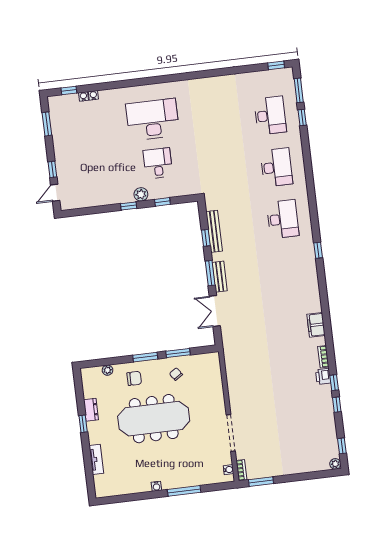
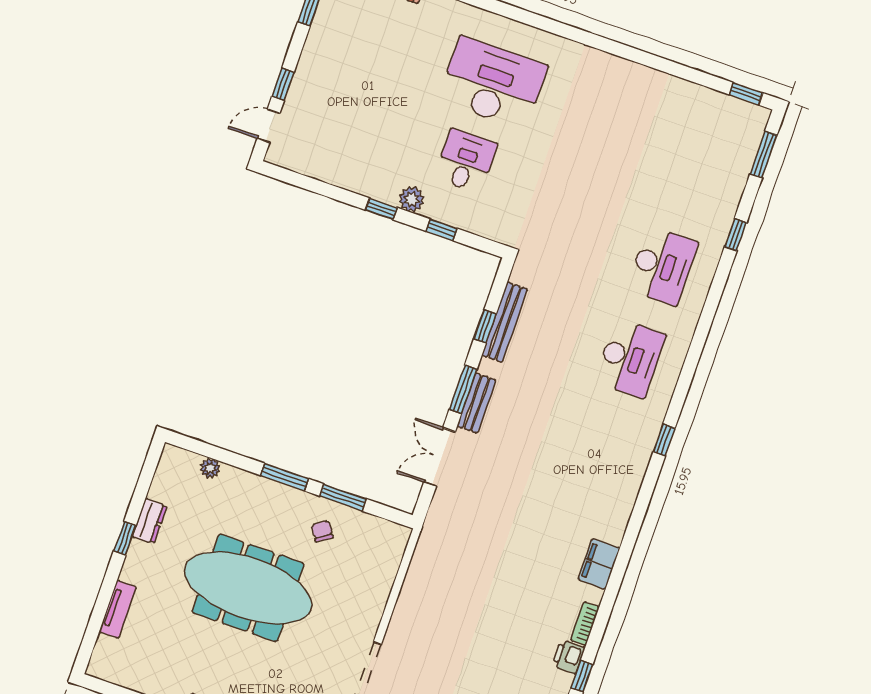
desk: (270, 115) -> (695, 173), removed
window: (302, 117) -> (736, 235), moved
chair: (134, 378) -> (248, 504), removed

